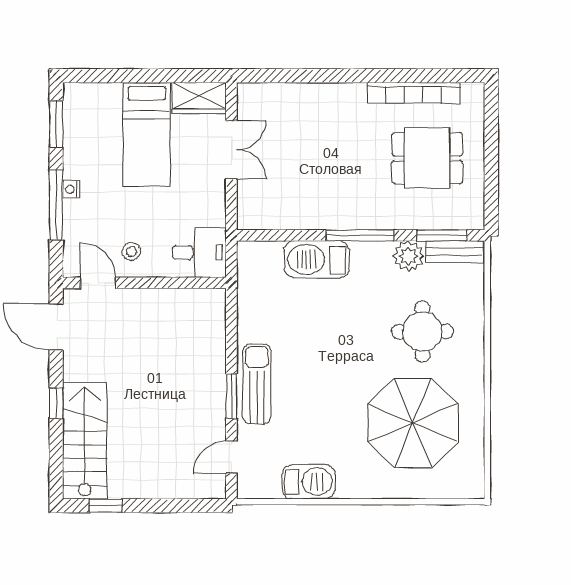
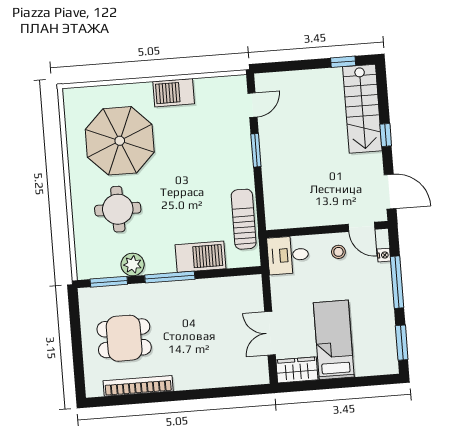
nightstand: (71, 189) -> (384, 255), moved
bench: (454, 252) -> (99, 270), removed
sun lounger: (257, 384) -> (244, 219), moved, turned 180
barbecue: (309, 482) -> (174, 93), moved

